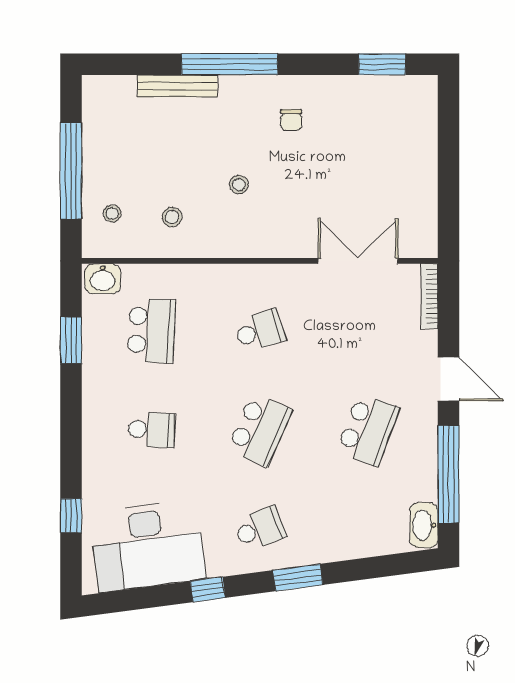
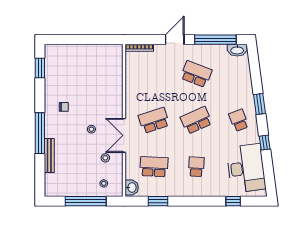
double door: (358, 261) -> (124, 135), moved
school desk: (260, 331) -> (154, 120), width x1.85
school desk: (260, 430) -> (196, 120), turned -48

